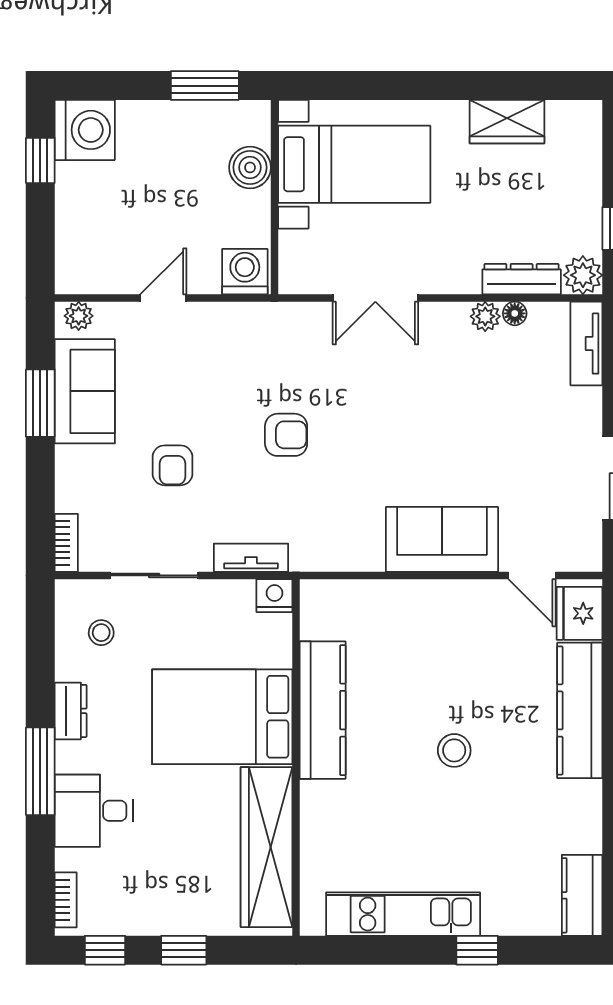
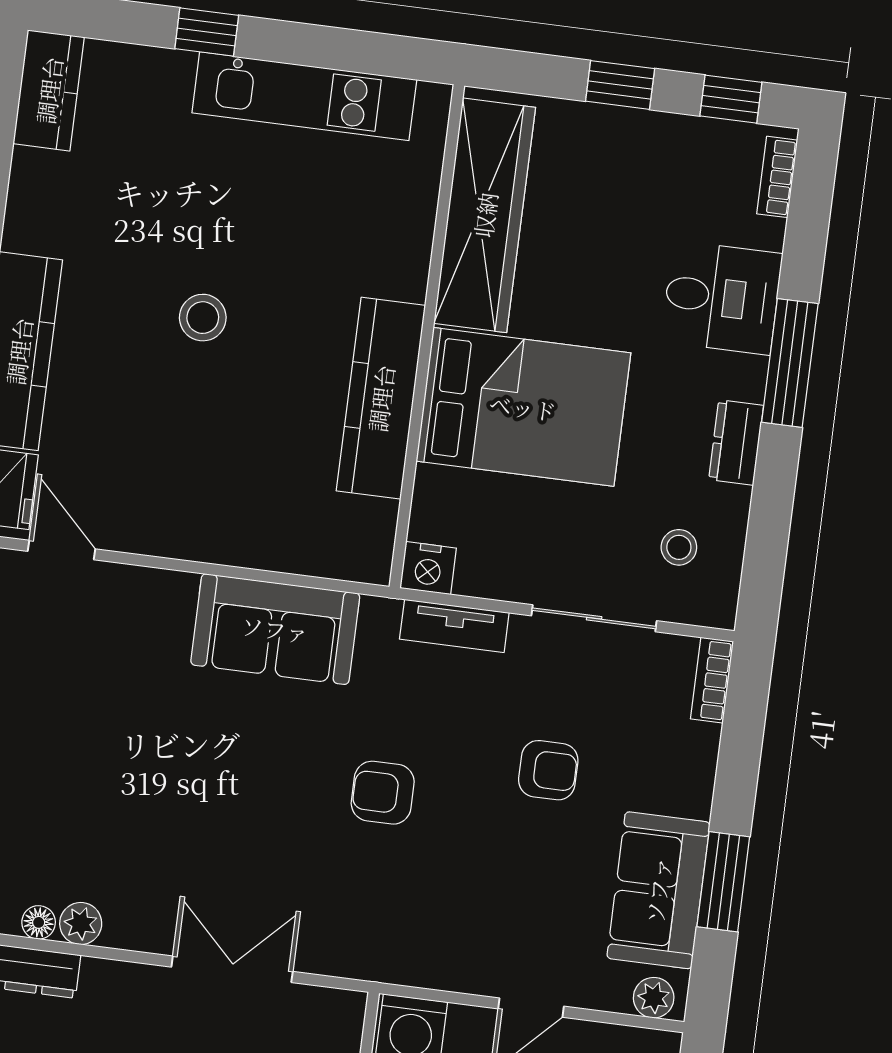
armchair: (173, 465) -> (548, 770), turned 90
sofa: (442, 539) -> (275, 629), moved

